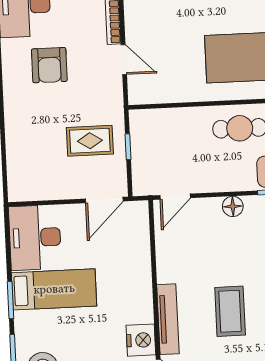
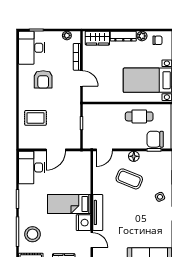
rug: (90, 141) -> (35, 118), moved
door: (104, 200) -> (56, 150), moved
bed: (54, 289) -> (69, 204), moved, turned 180
coffee table: (230, 311) -> (129, 179), moved, turned -68

